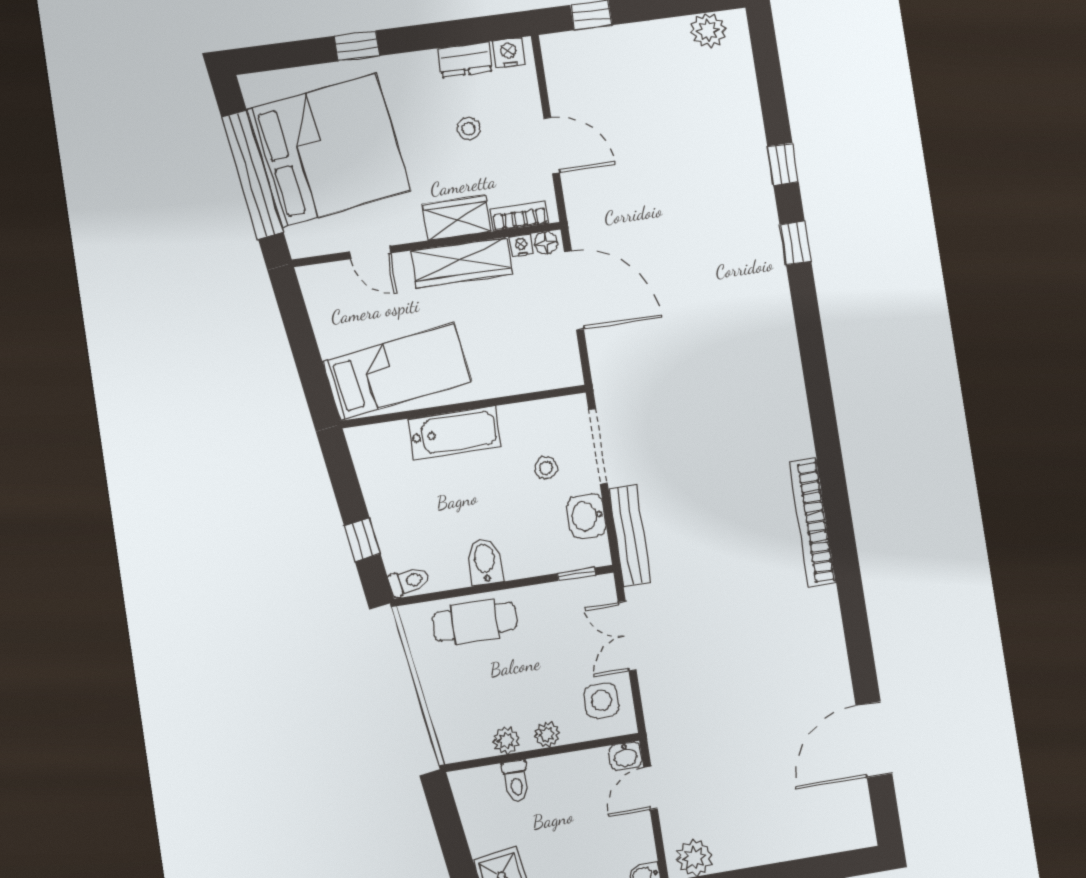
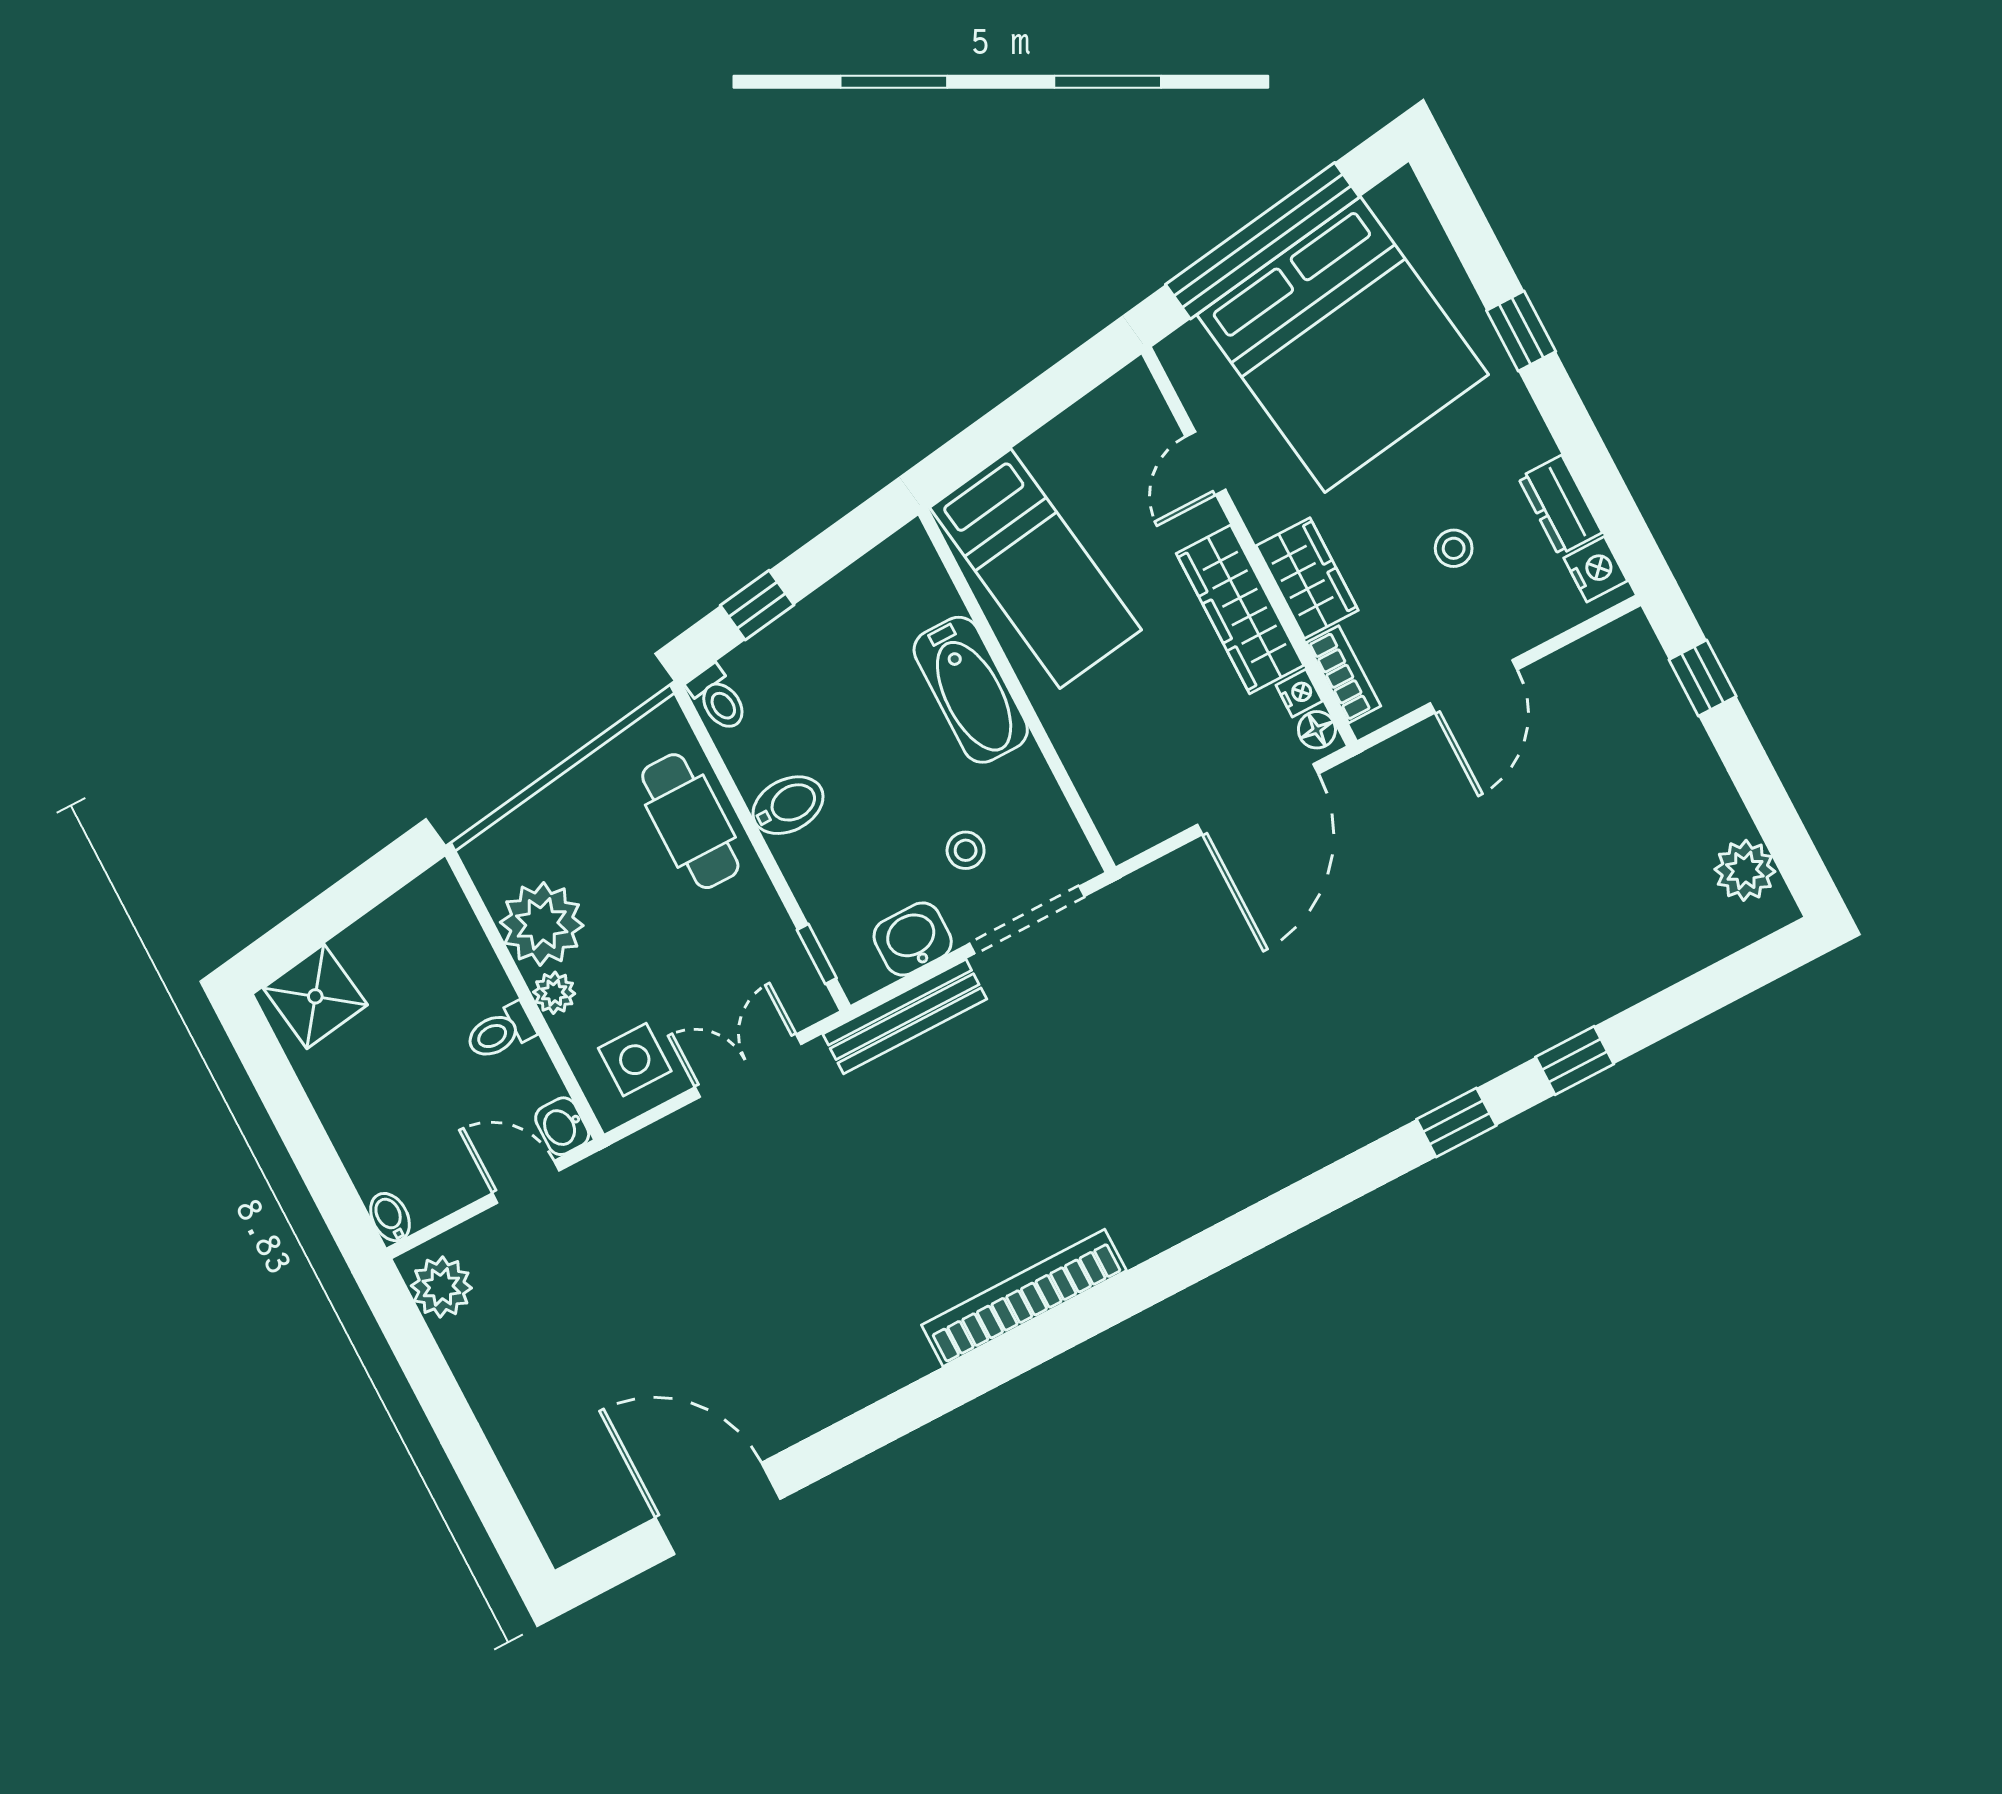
plant: (506, 740) -> (542, 924), width x1.87, depth x1.87
toilet: (516, 781) -> (500, 1032), moved

